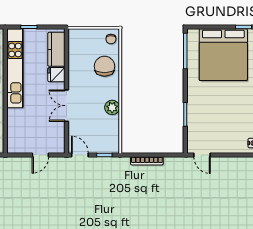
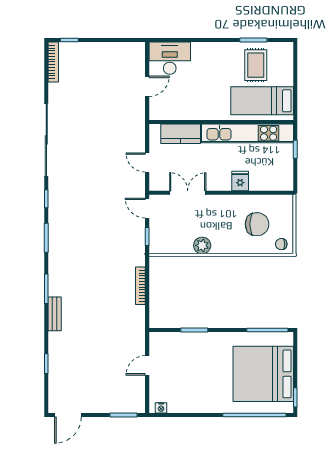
kitchen counter: (56, 49) -> (181, 134), moved, turned 180
chair: (104, 66) -> (257, 224), moved
double door: (67, 106) -> (188, 193), moved
door: (80, 155) -> (147, 208), swing flipped
door: (202, 155) -> (147, 365), moved

